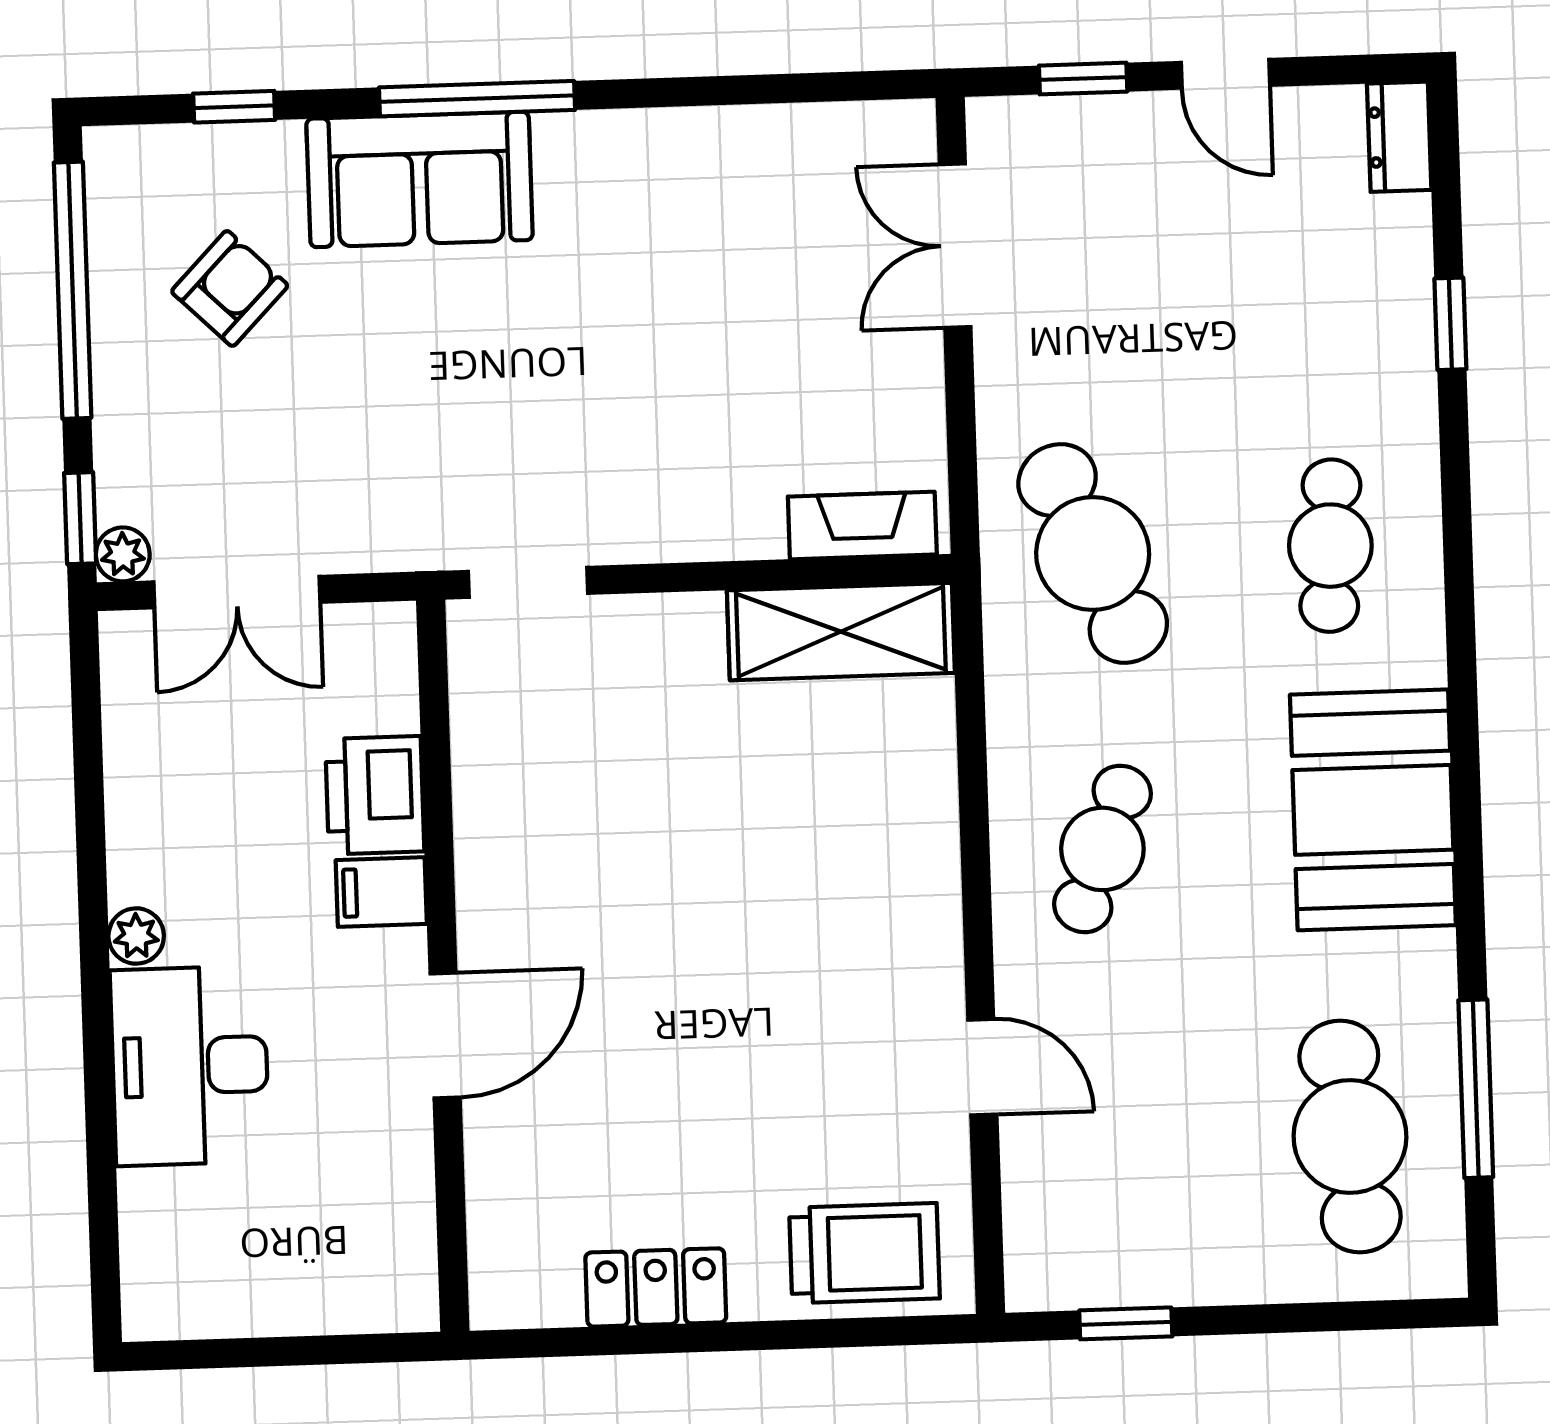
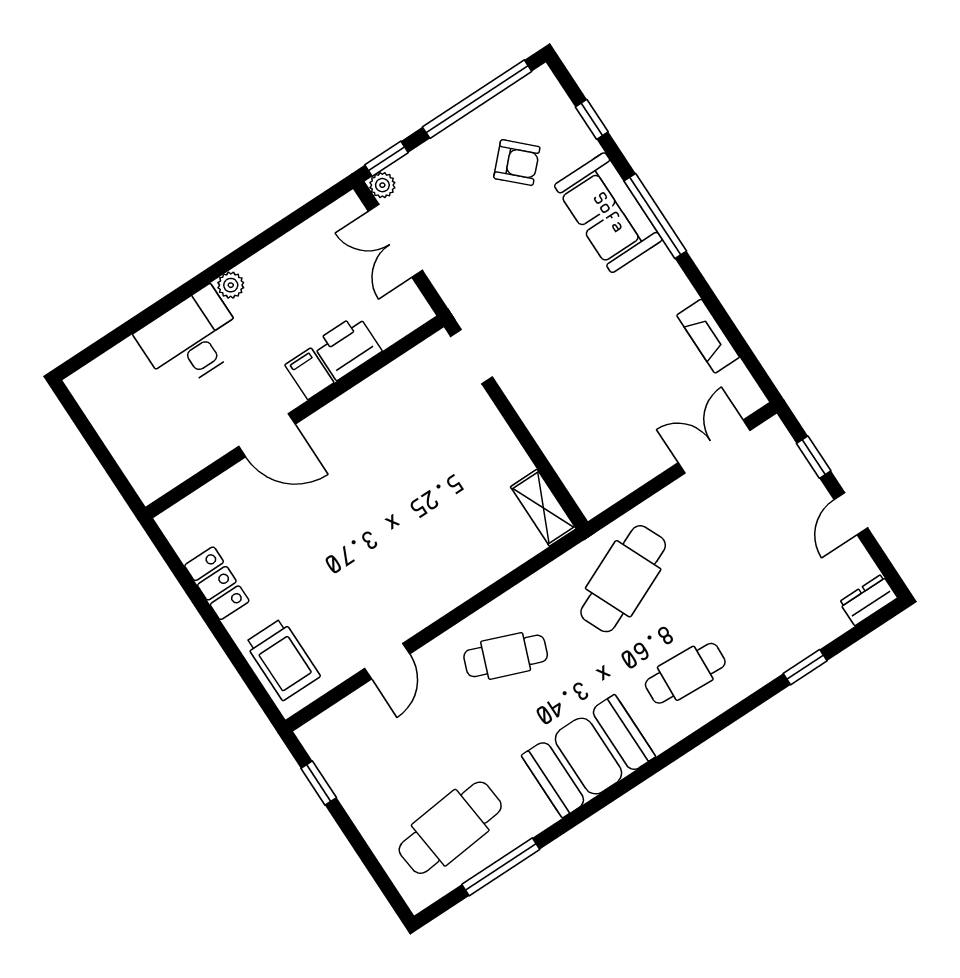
fireplace: (862, 525) -> (708, 336), moved, turned 180
shelving: (841, 632) -> (543, 508), width x0.67, depth x0.75

